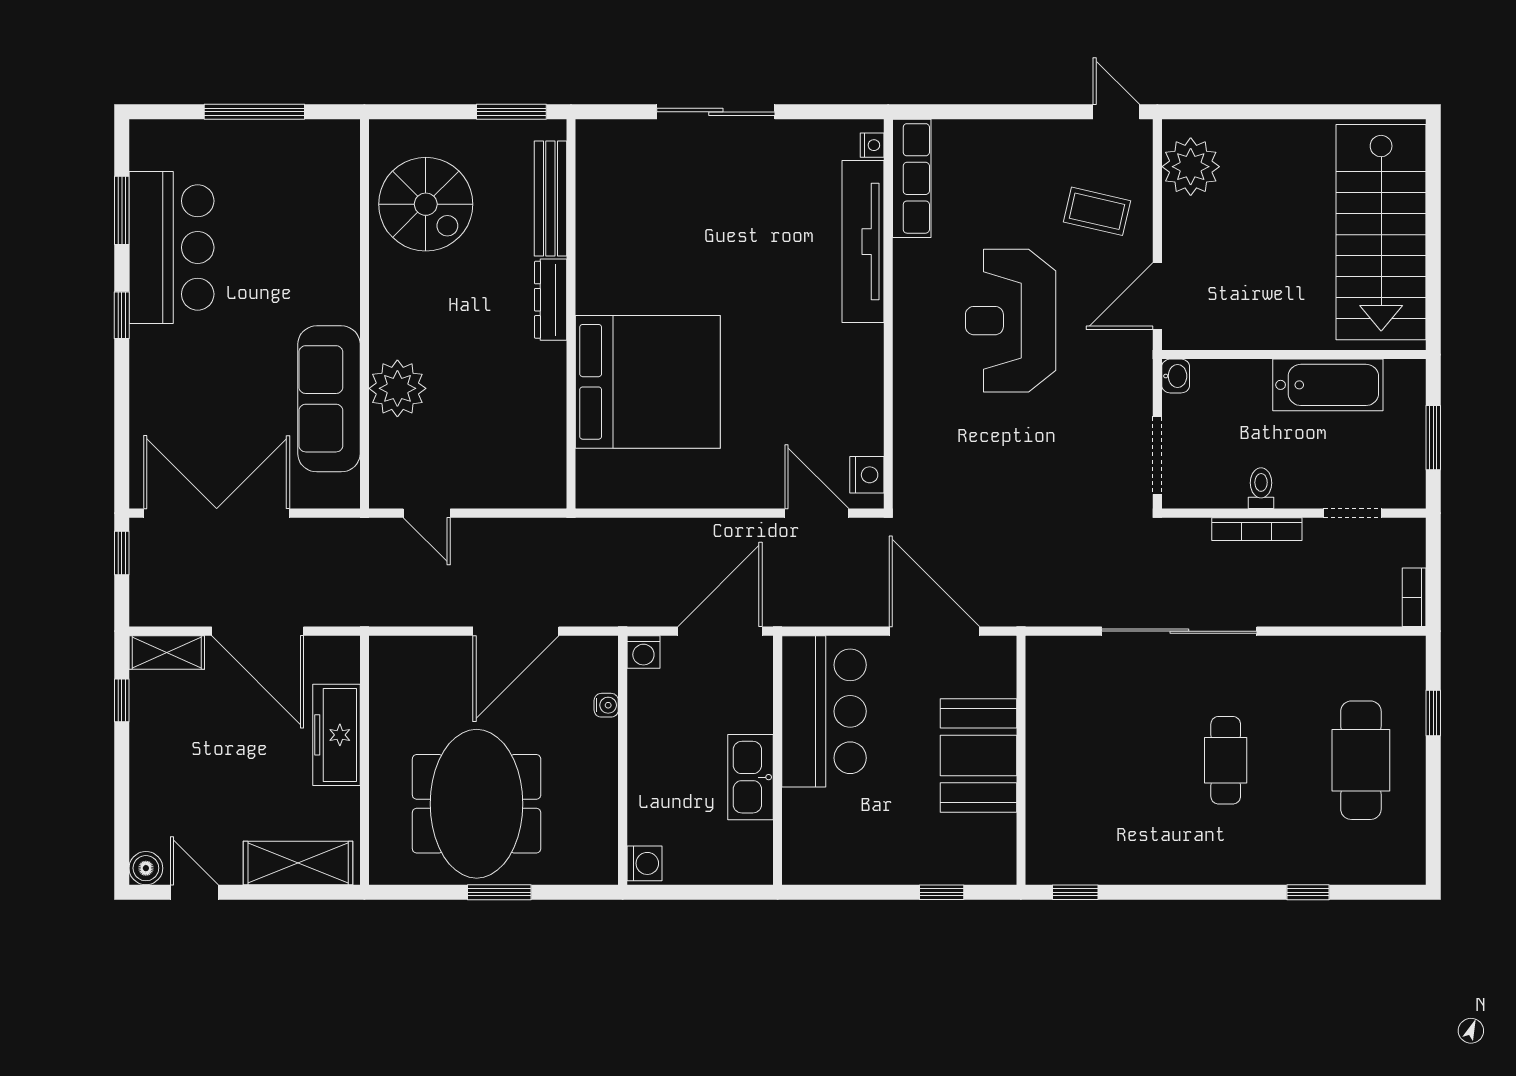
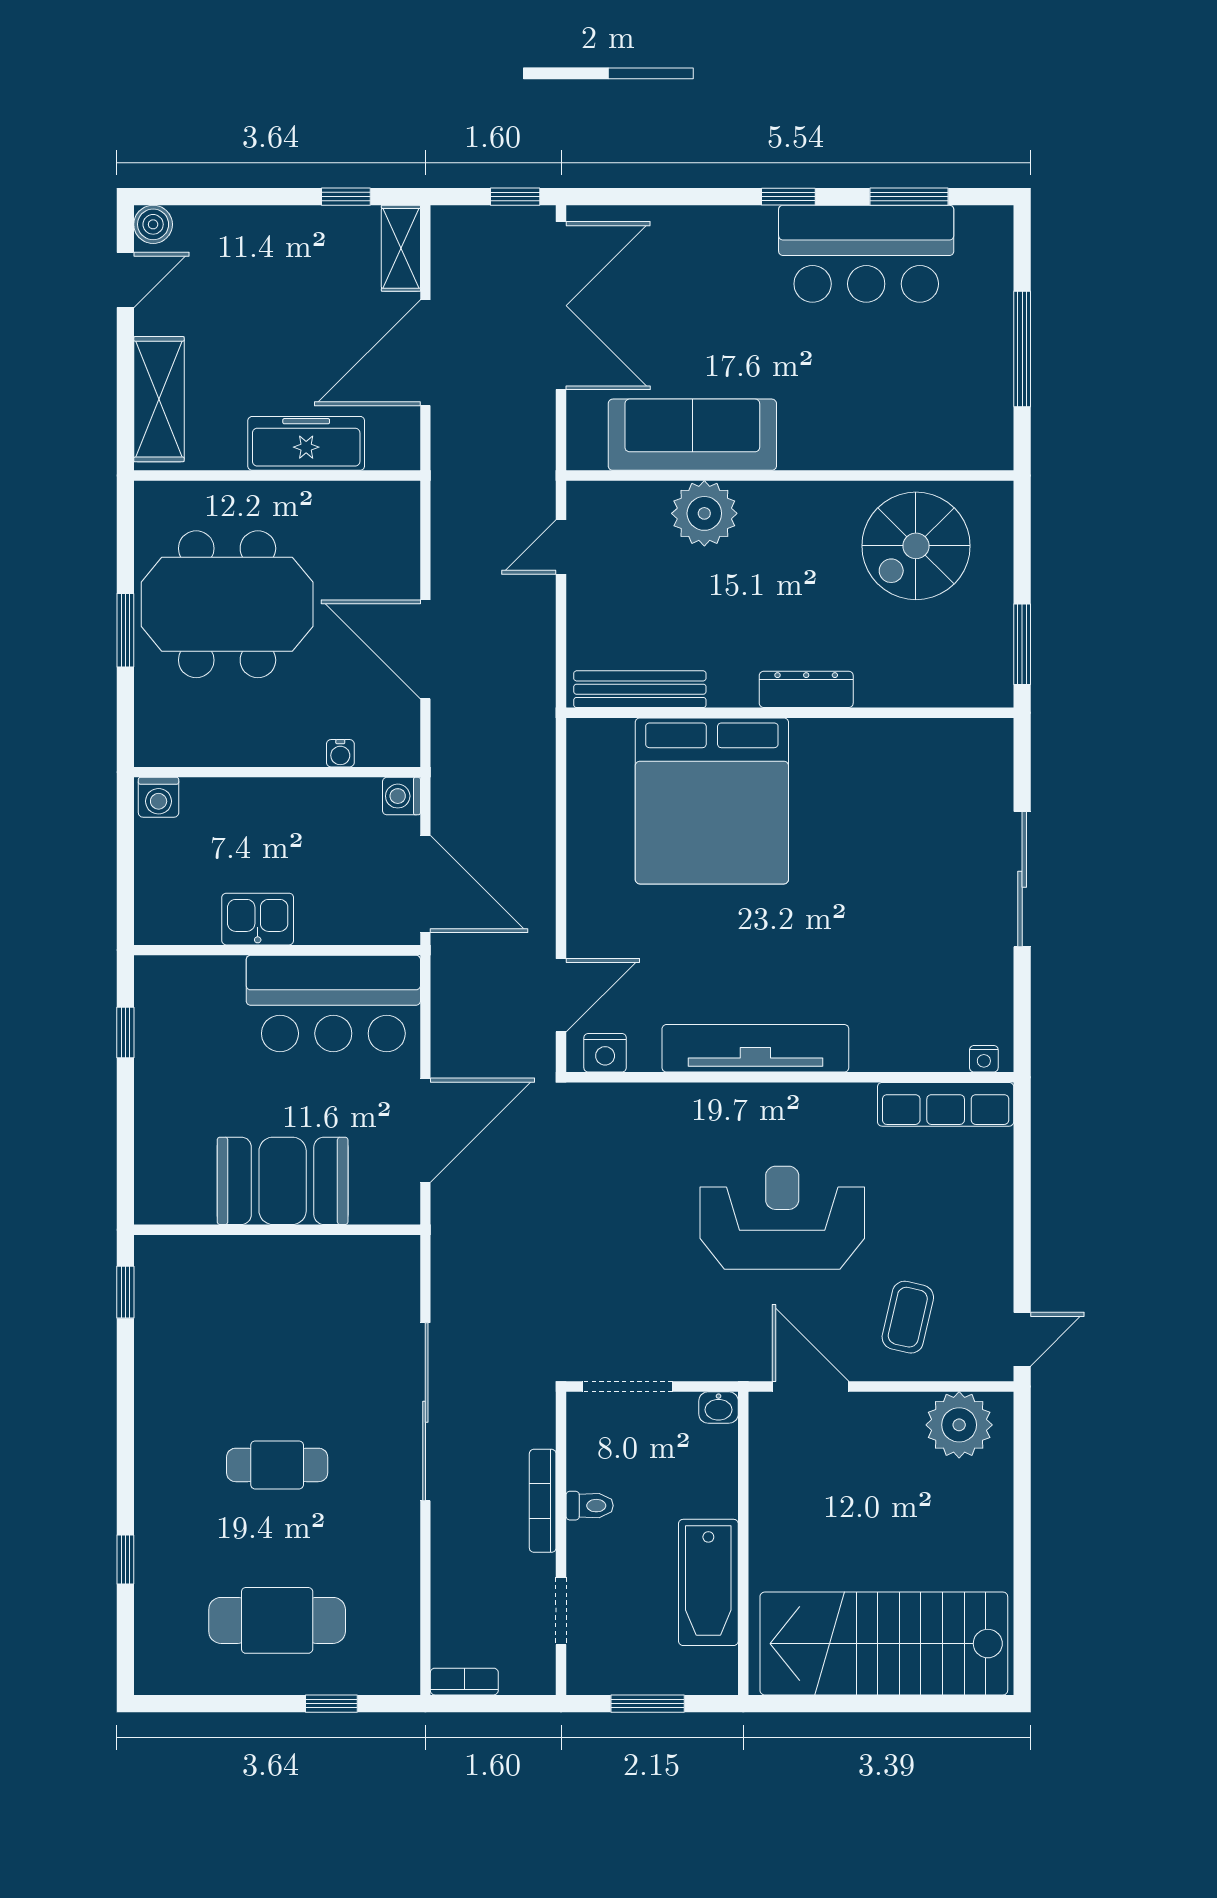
bench: (550, 198) -> (640, 689), moved
tv unit: (863, 242) -> (755, 1048), moved
kitchen sink: (751, 777) -> (258, 919), width x0.73
window: (942, 892) -> (125, 1032), moved

